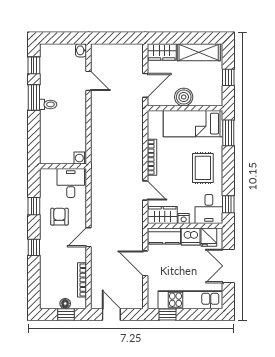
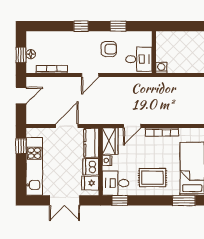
door: (89, 237) -> (90, 75), swing flipped
double door: (228, 266) -> (64, 200), swing flipped

